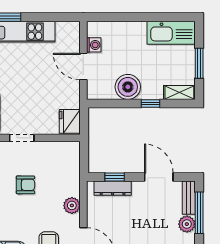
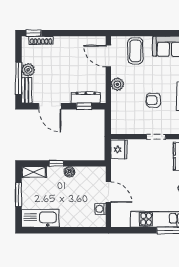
boiler: (128, 87) -> (69, 172), width x0.54, depth x0.54

